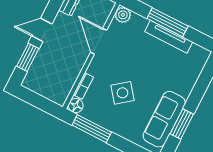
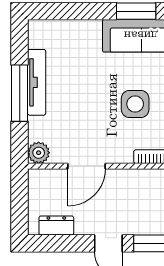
side table: (122, 93) -> (135, 104), turned 38

